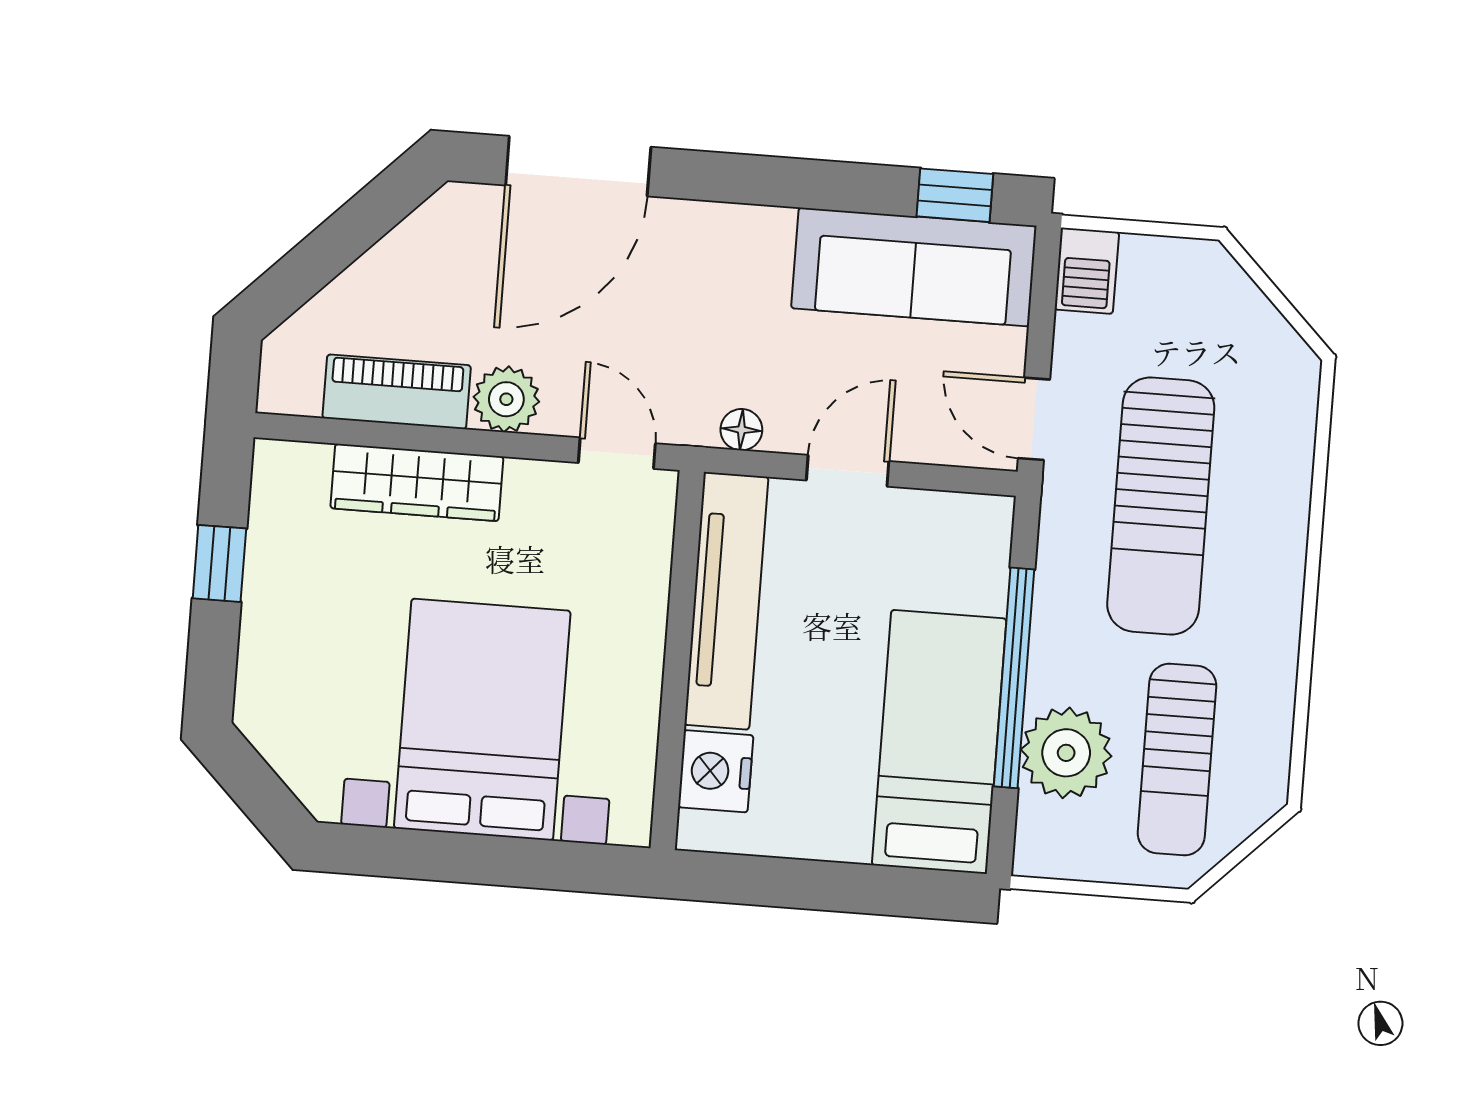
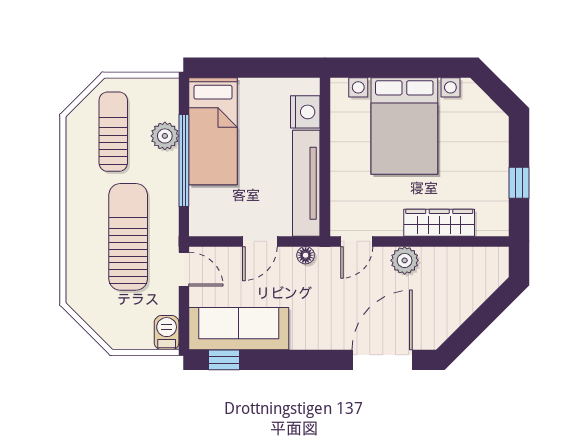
piano: (397, 392) -> (451, 260), removed
door: (617, 453) -> (357, 241), hinge flipped
plant: (1066, 753) -> (165, 136), width x0.73, depth x0.73

